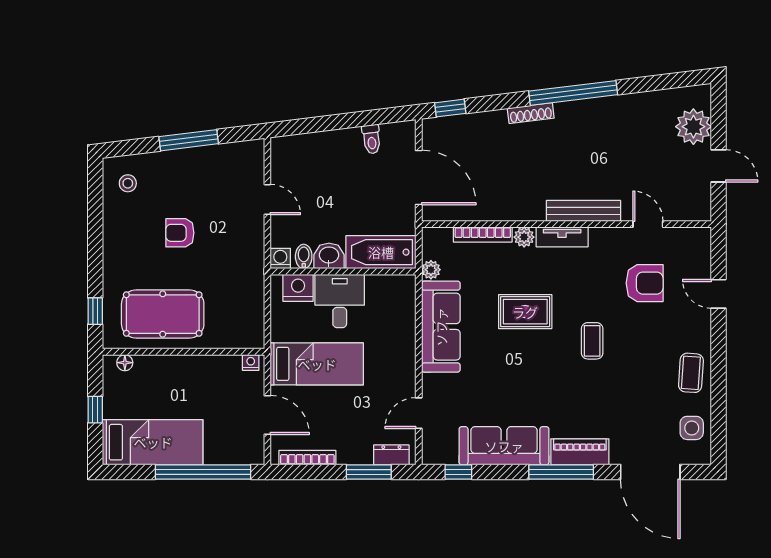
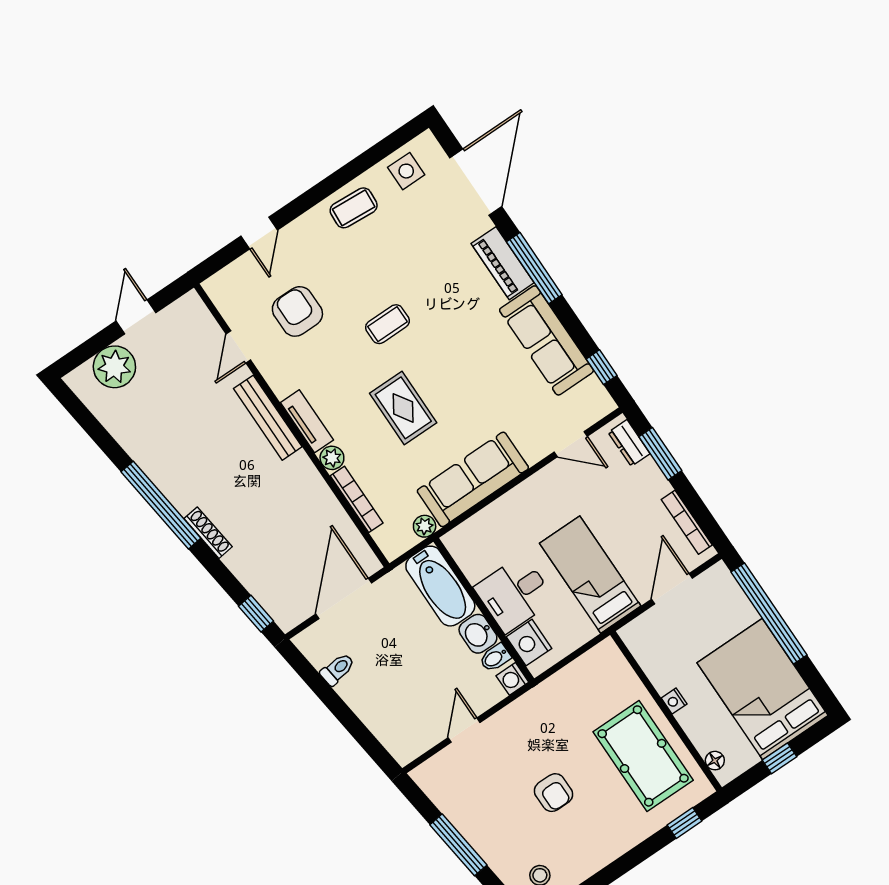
nightstand: (251, 362) -> (674, 701), moved
bed: (153, 442) -> (762, 689), width x1.50

